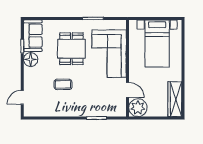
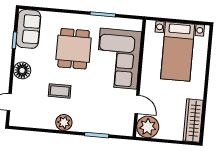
floor lamp: (31, 59) -> (22, 70), moved
plant: (69, 110) -> (64, 122), added

